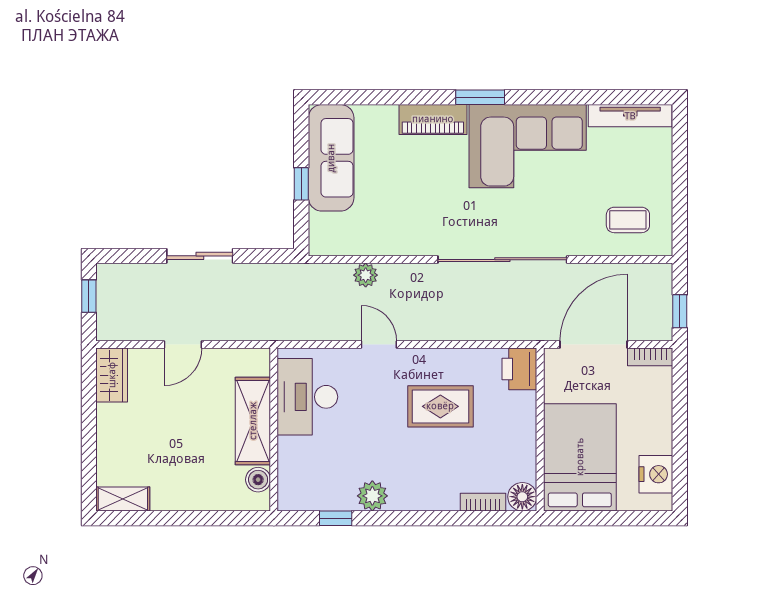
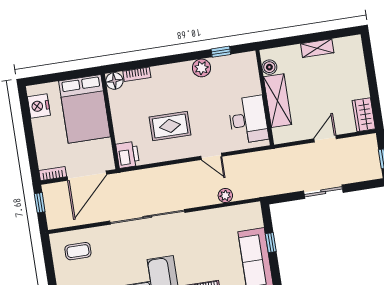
shelving: (123, 499) -> (317, 48), moved

